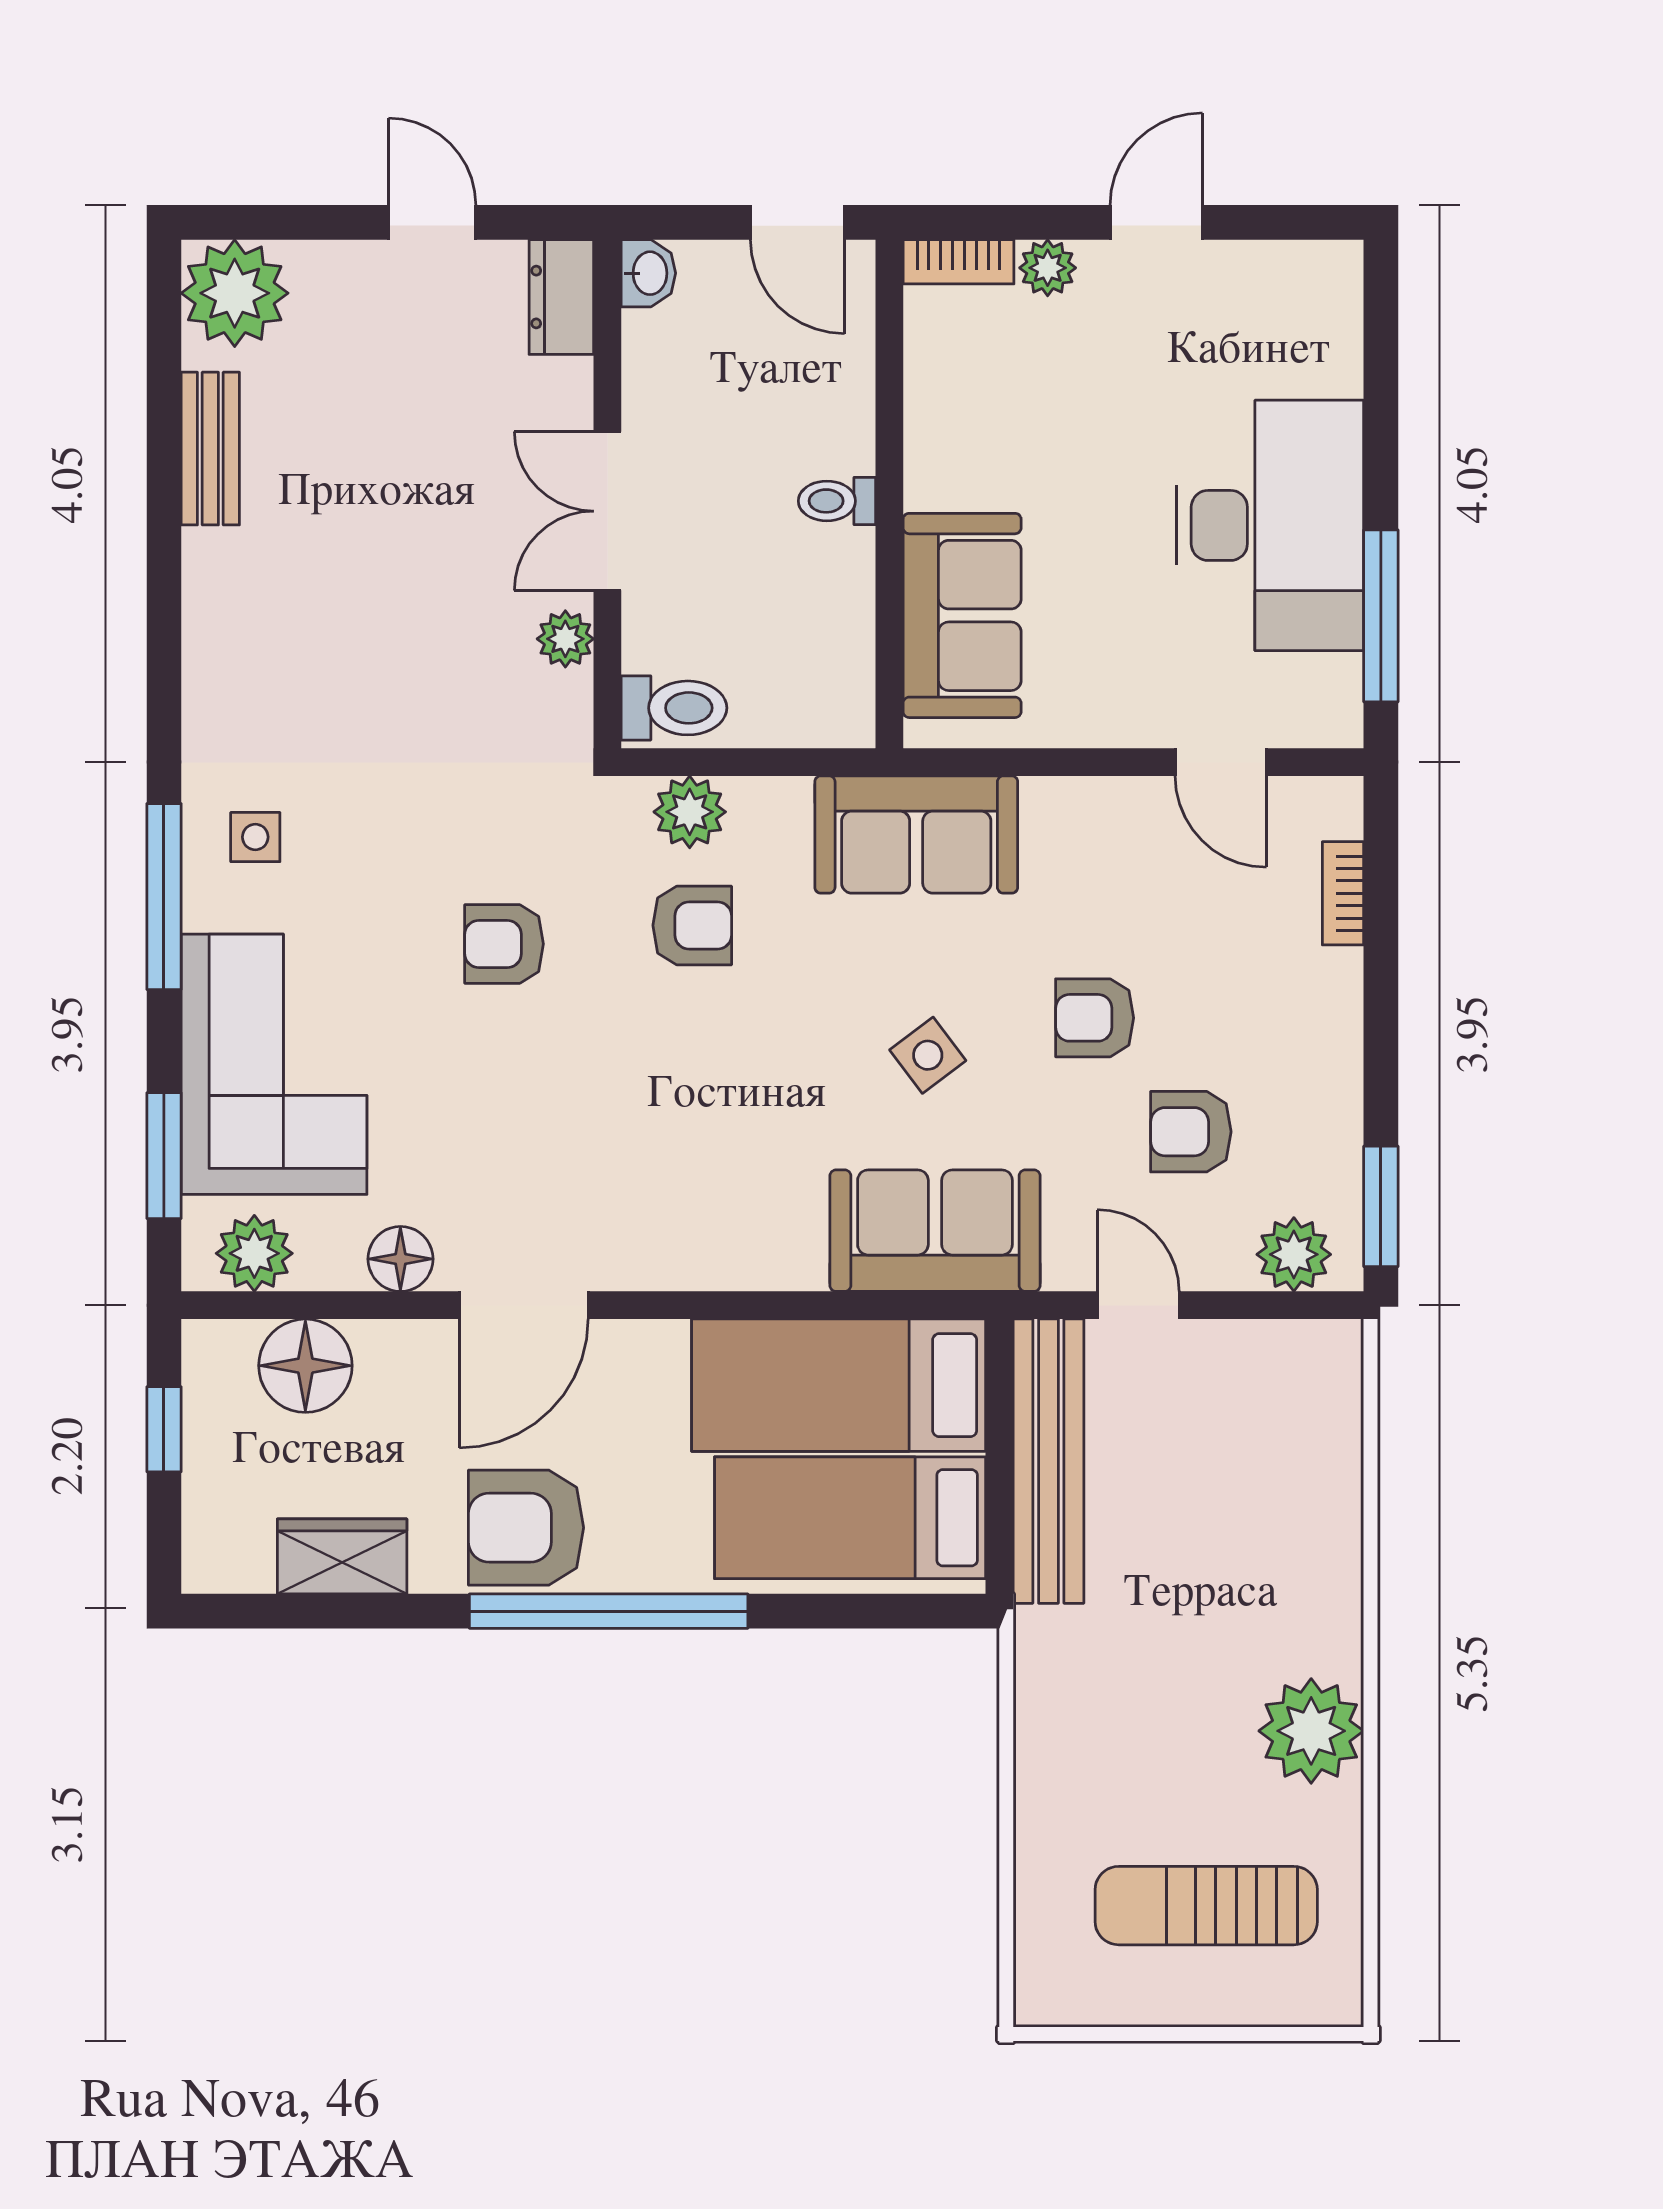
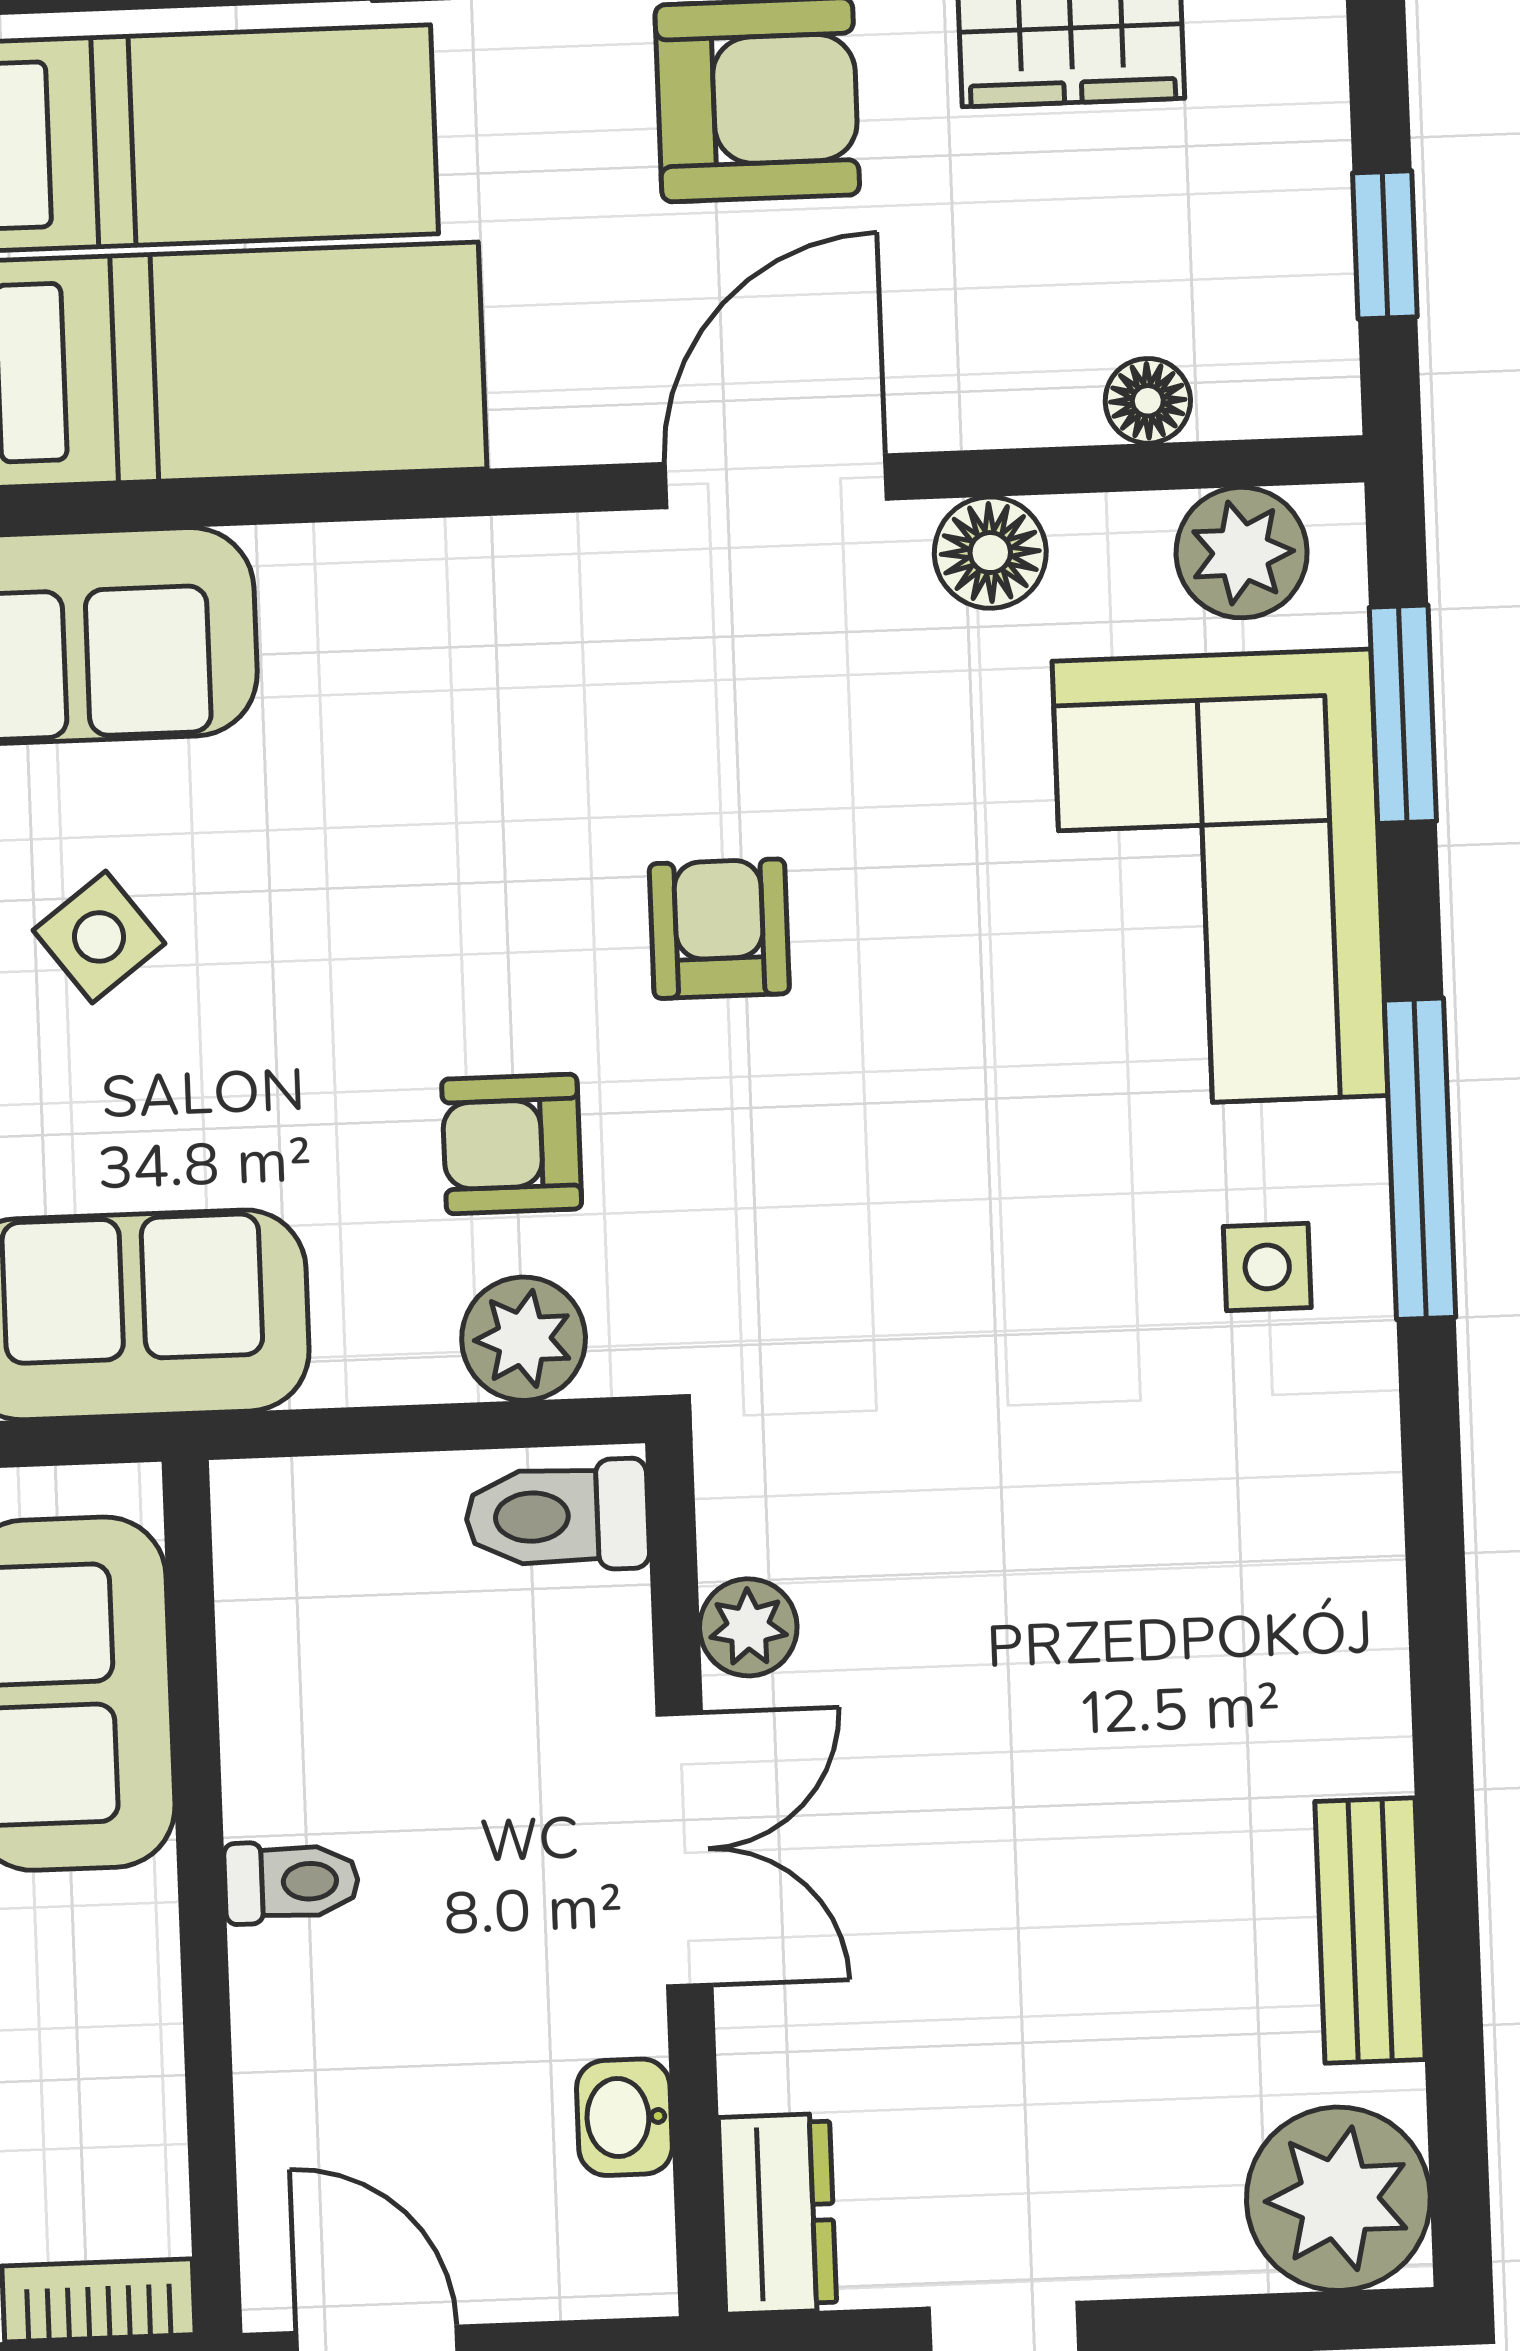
washbasin: (648, 273) -> (624, 2117), moved
armchair: (504, 944) -> (719, 929), moved, turned -90
floor lamp: (305, 1366) -> (1148, 401), width x0.53, depth x0.53

